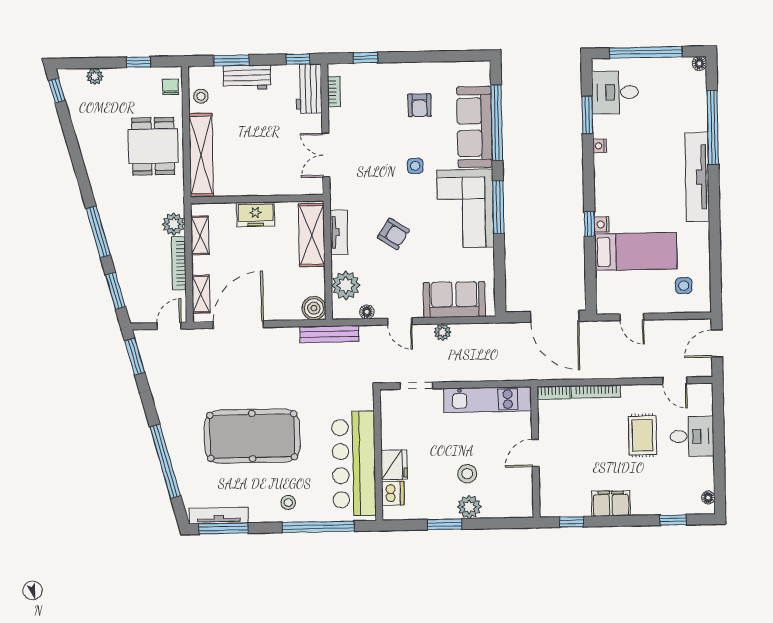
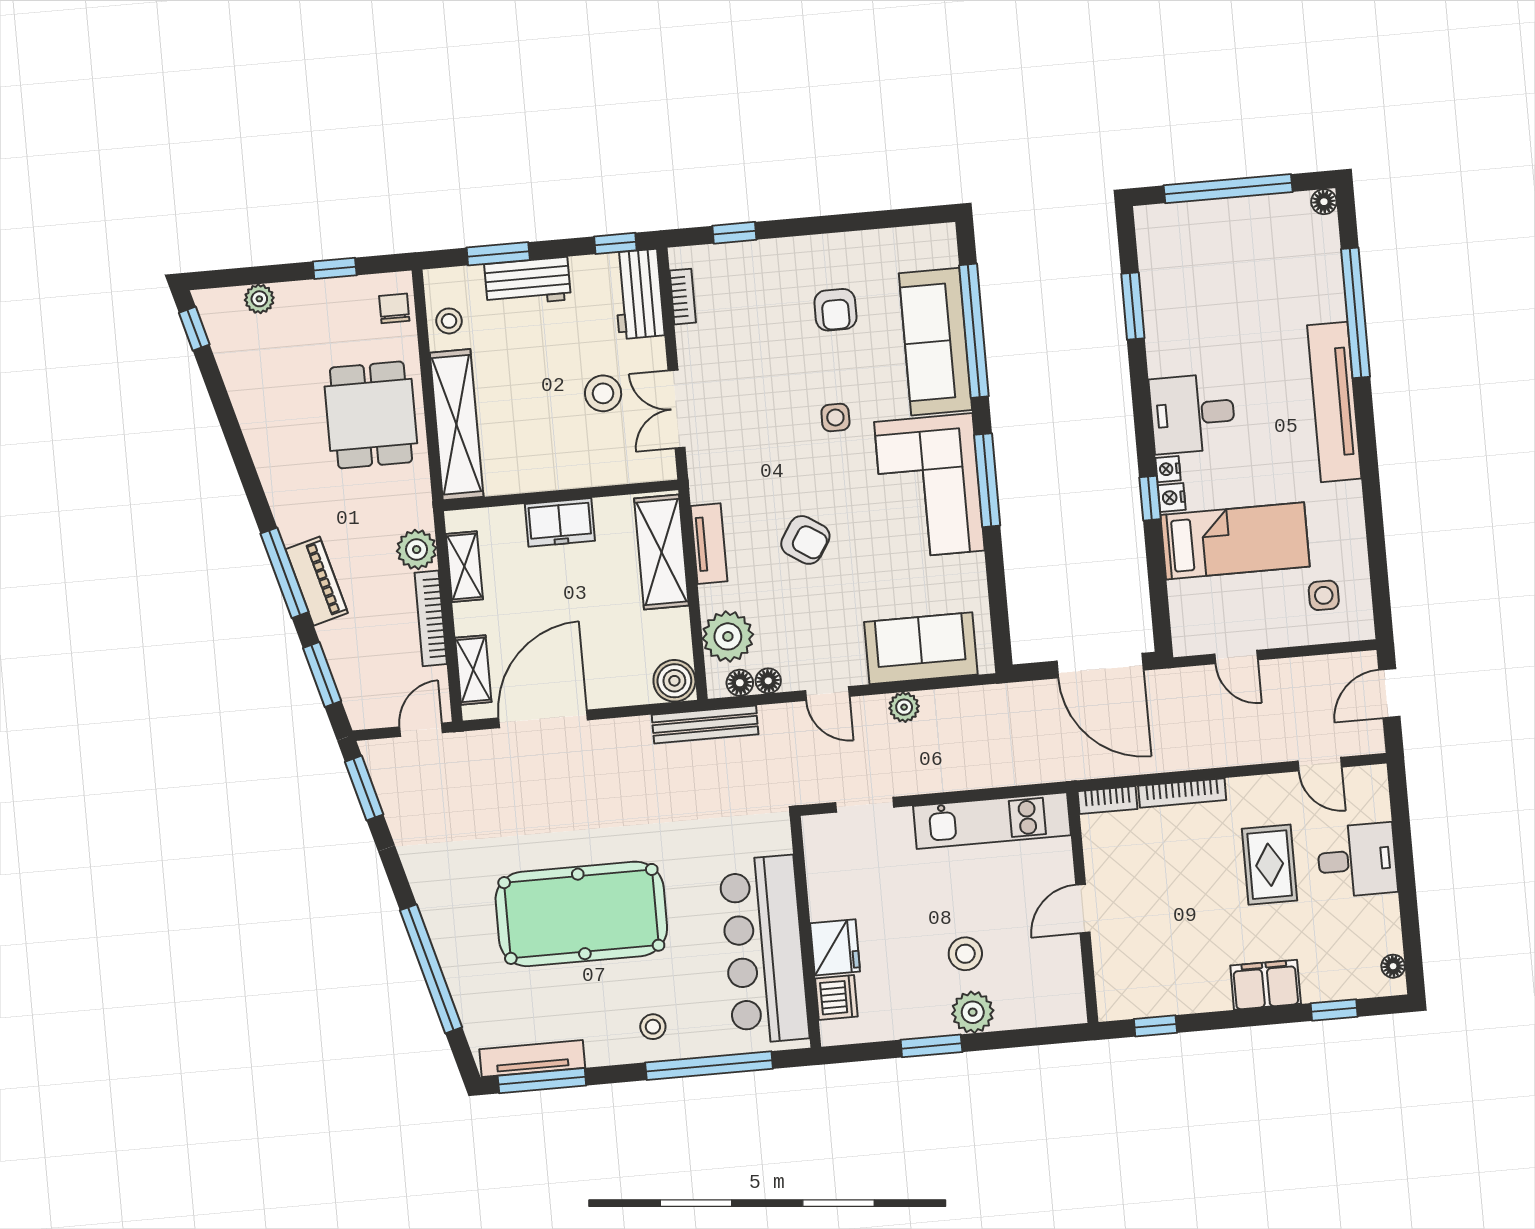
desk: (615, 92) -> (1192, 414), moved
stool: (285, 143) -> (603, 393), added
nightstand: (600, 146) -> (1168, 469), moved
piano: (116, 238) -> (317, 581), added
floor lamp: (351, 312) -> (740, 683), added
filing cabinet: (611, 503) -> (1266, 985), moved

